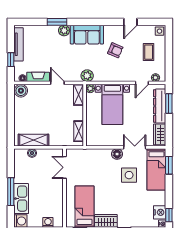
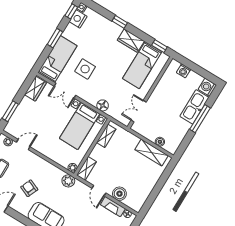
boiler: (21, 91) -> (119, 194), moved
bed with nightstands: (112, 104) -> (80, 126), moved, turned 180
dresser: (160, 106) -> (20, 114), removed
floor lamp: (117, 154) -> (103, 105), moved
window: (169, 165) -> (55, 38), moved
double door: (64, 167) -> (139, 111), swing flipped

